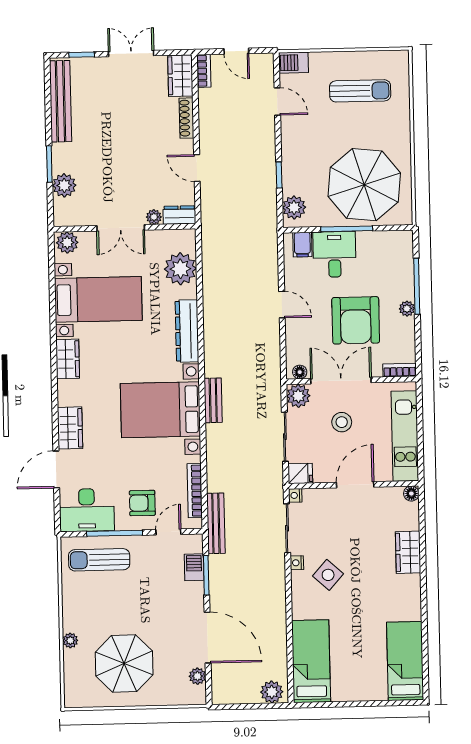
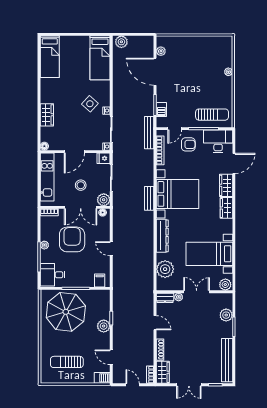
plant: (294, 207) -> (104, 326), moved
desk: (335, 254) -> (52, 275), moved, turned 90
wardrobe: (68, 359) -> (226, 208), moved
parasol: (124, 664) -> (200, 59), removed

